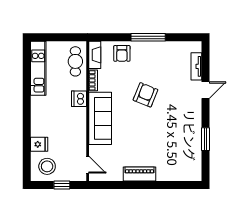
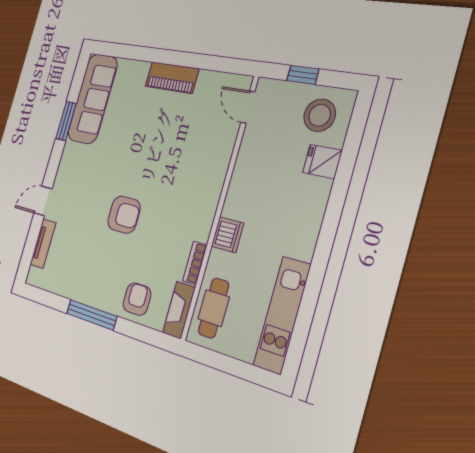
armchair: (145, 95) -> (124, 215), turned -112
sofa: (100, 118) -> (93, 99), moved, turned 180

